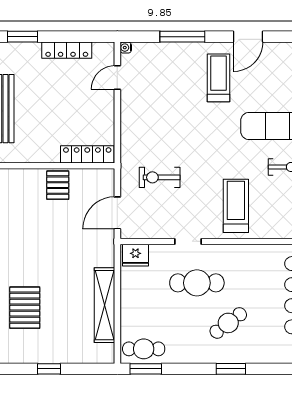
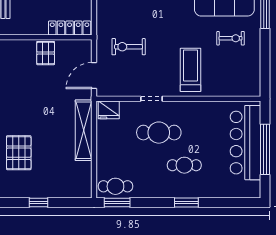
shelving: (105, 305) -> (84, 130), moved
cafe table: (228, 323) -> (184, 165), turned 37

